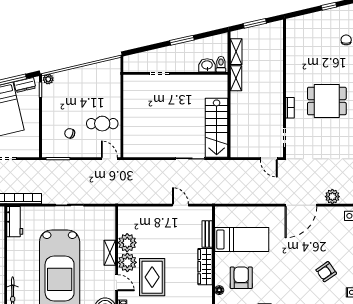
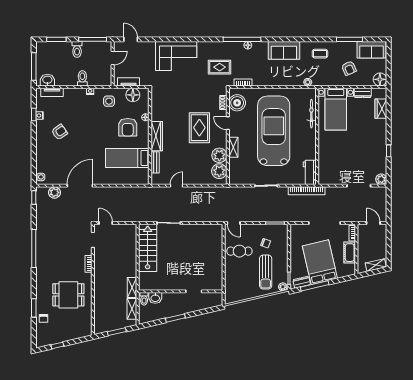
sun lounger: (70, 98) -> (266, 272), added
dining table: (327, 101) -> (68, 295), moved
door: (180, 205) -> (177, 186), swing flipped
plant: (127, 262) -> (219, 171), moved

